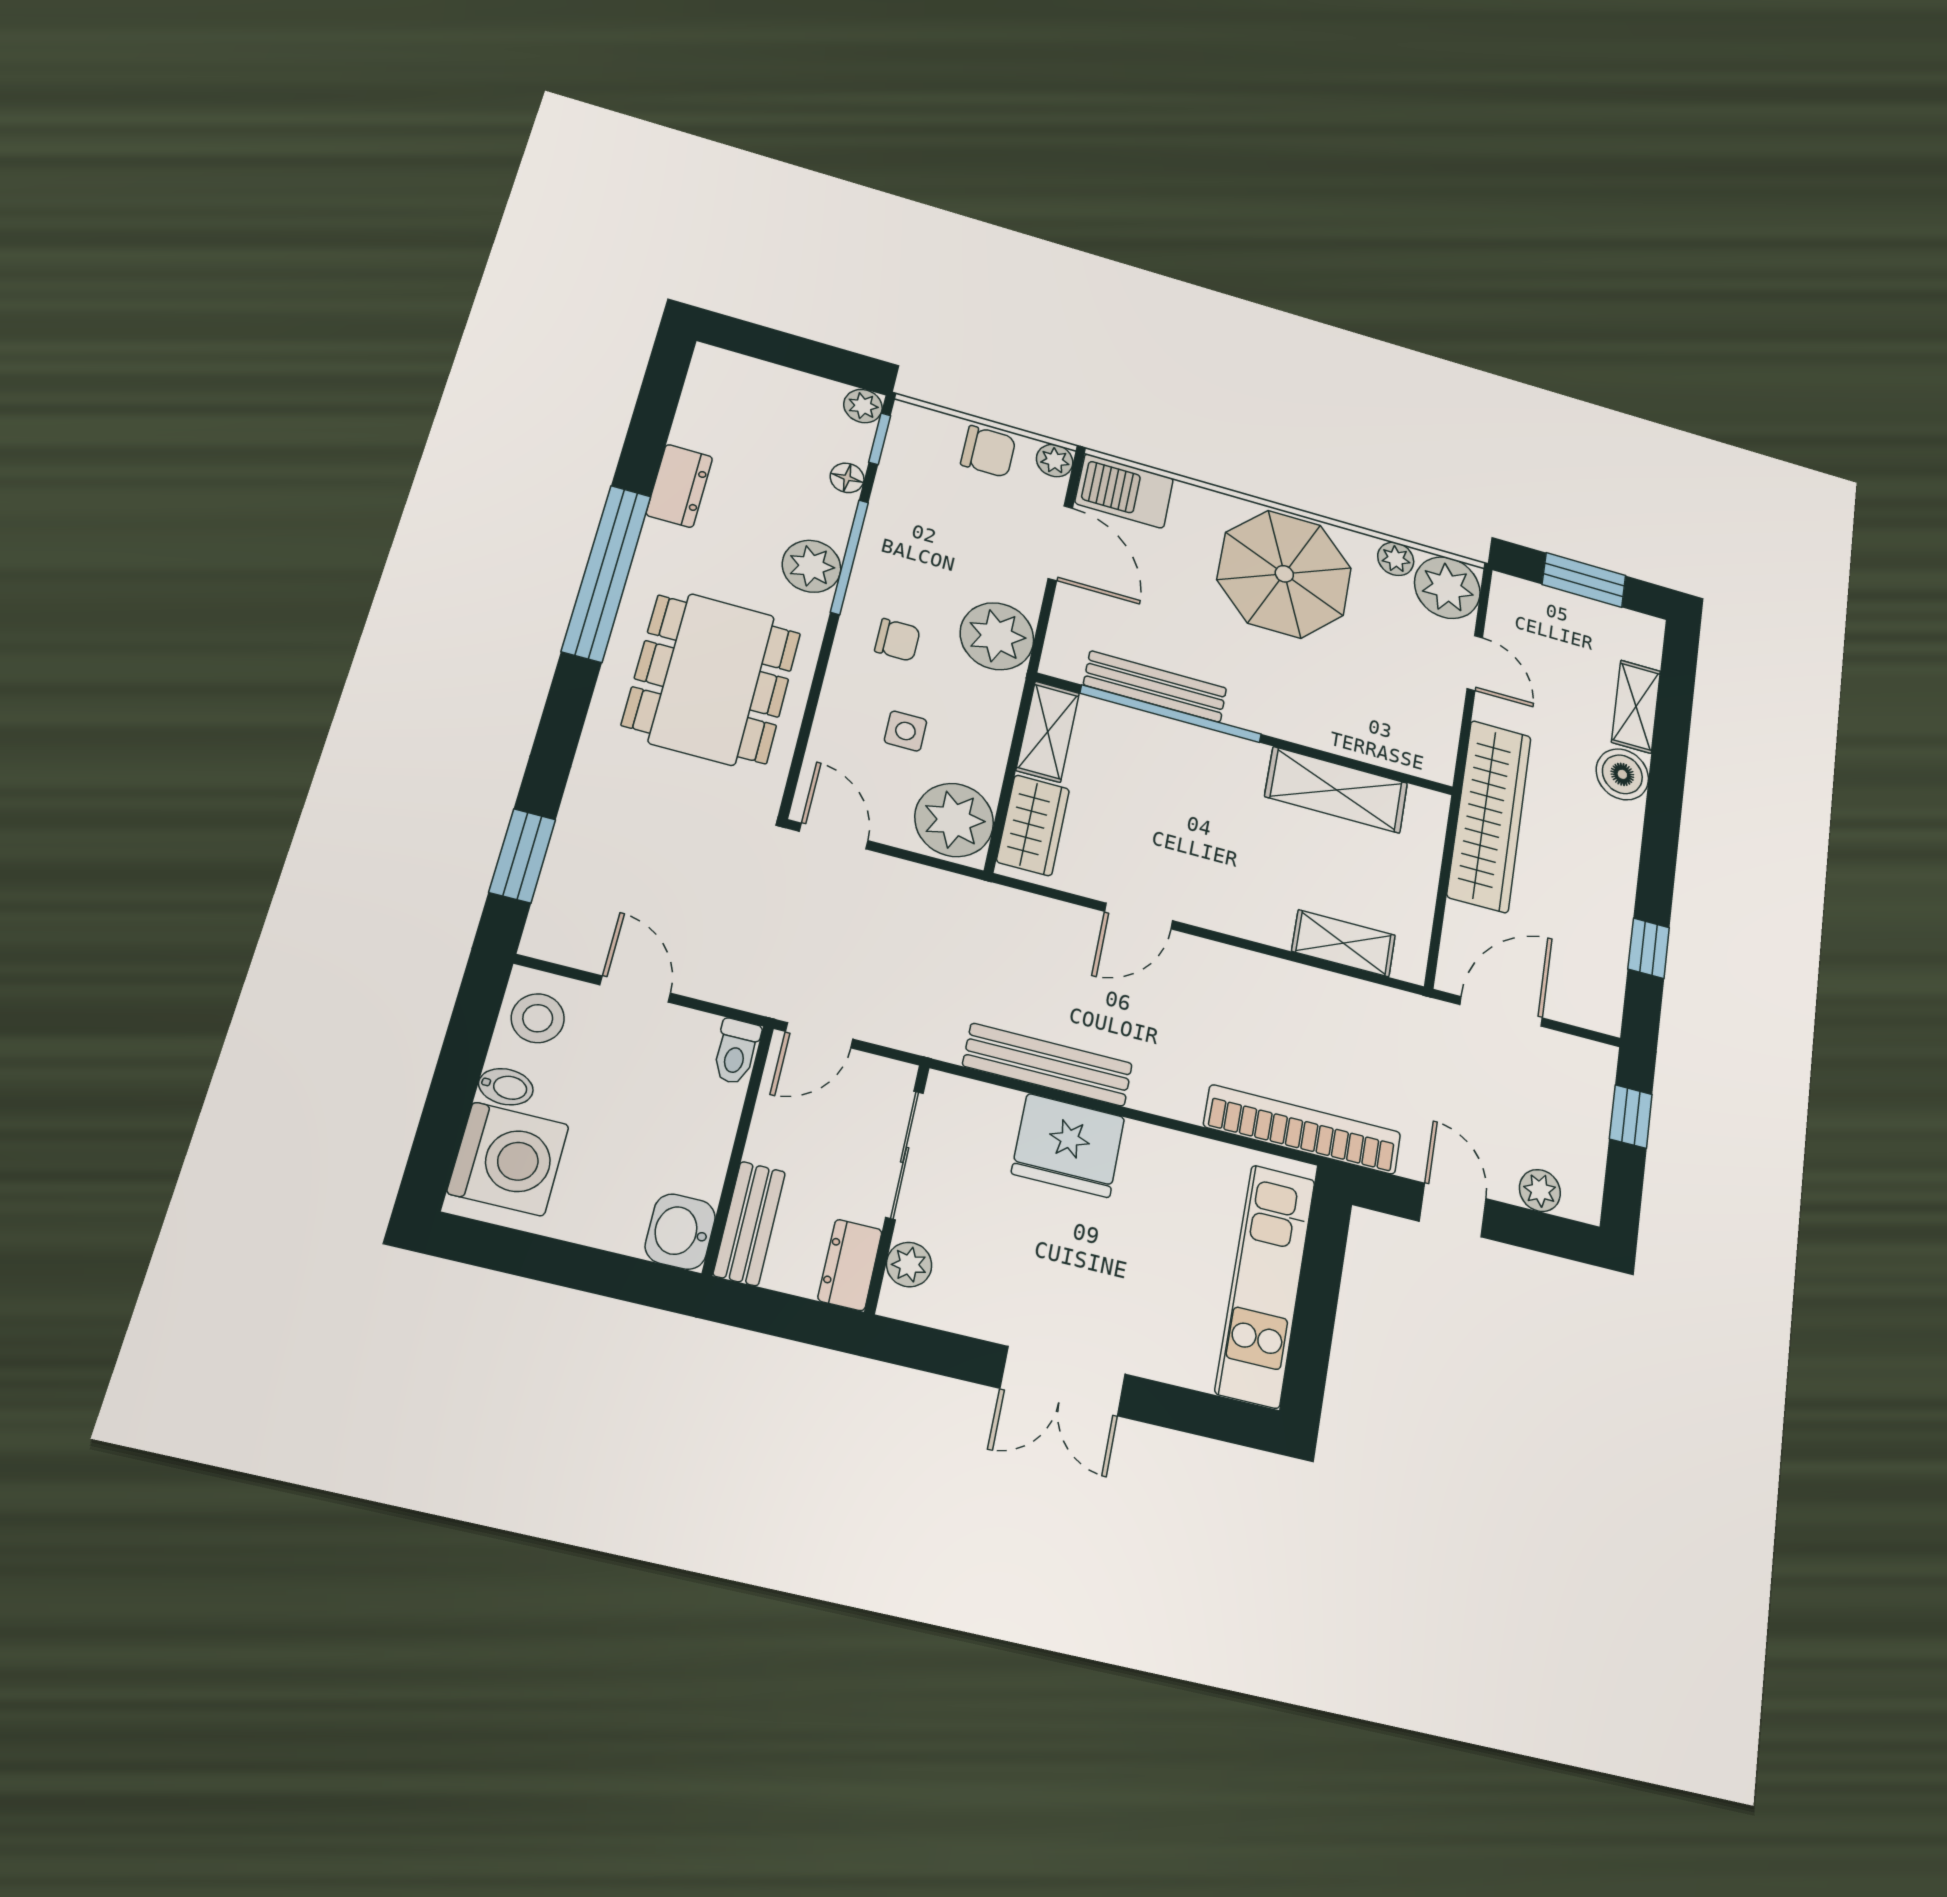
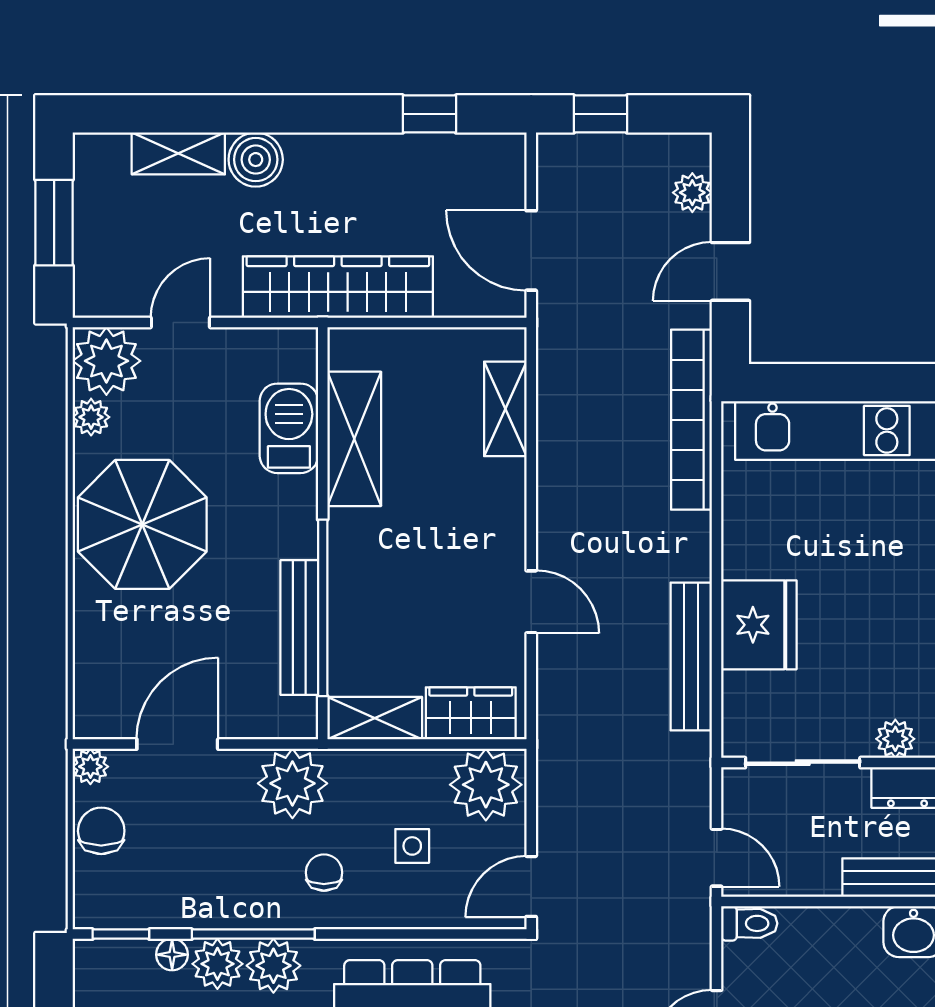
plant: (863, 406) -> (217, 964), moved, width x1.38, depth x1.38
barbecue: (1124, 491) -> (289, 428), moved, turned 180

